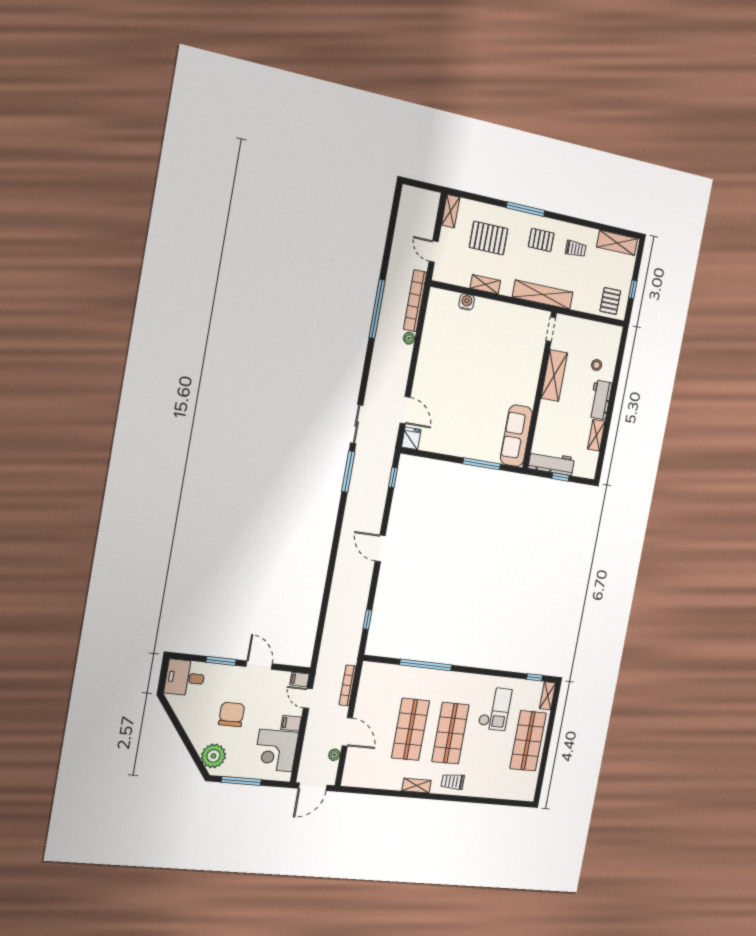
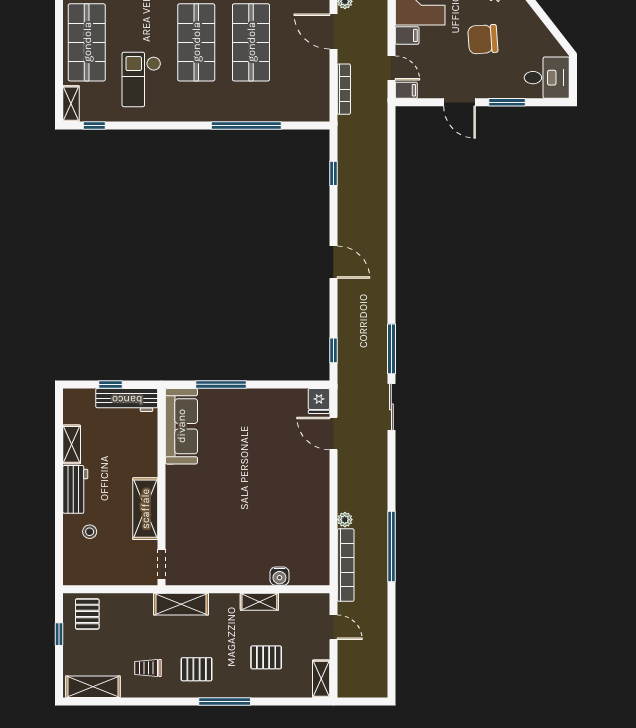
pallet: (489, 238) -> (266, 657), width x0.67, depth x0.71
shelving: (543, 295) -> (181, 604), width x0.68
chair: (232, 714) -> (483, 39), turned 86

